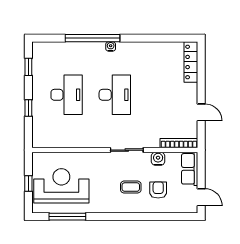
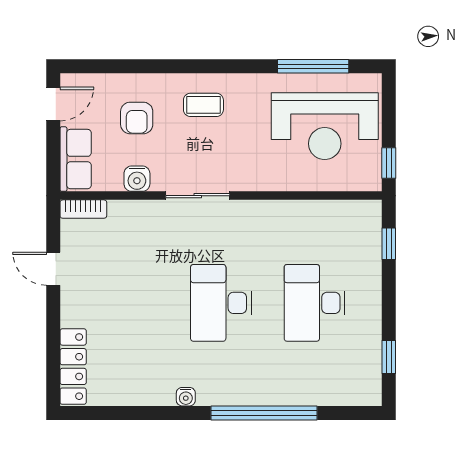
water cooler: (111, 46) -> (186, 397), moved
window: (28, 108) -> (389, 244), moved
bookcase: (179, 143) -> (83, 209), width x0.64
window: (28, 183) -> (389, 163), moved
coffee table: (131, 187) -> (203, 105), moved
door: (201, 197) -> (53, 104), swing flipped

